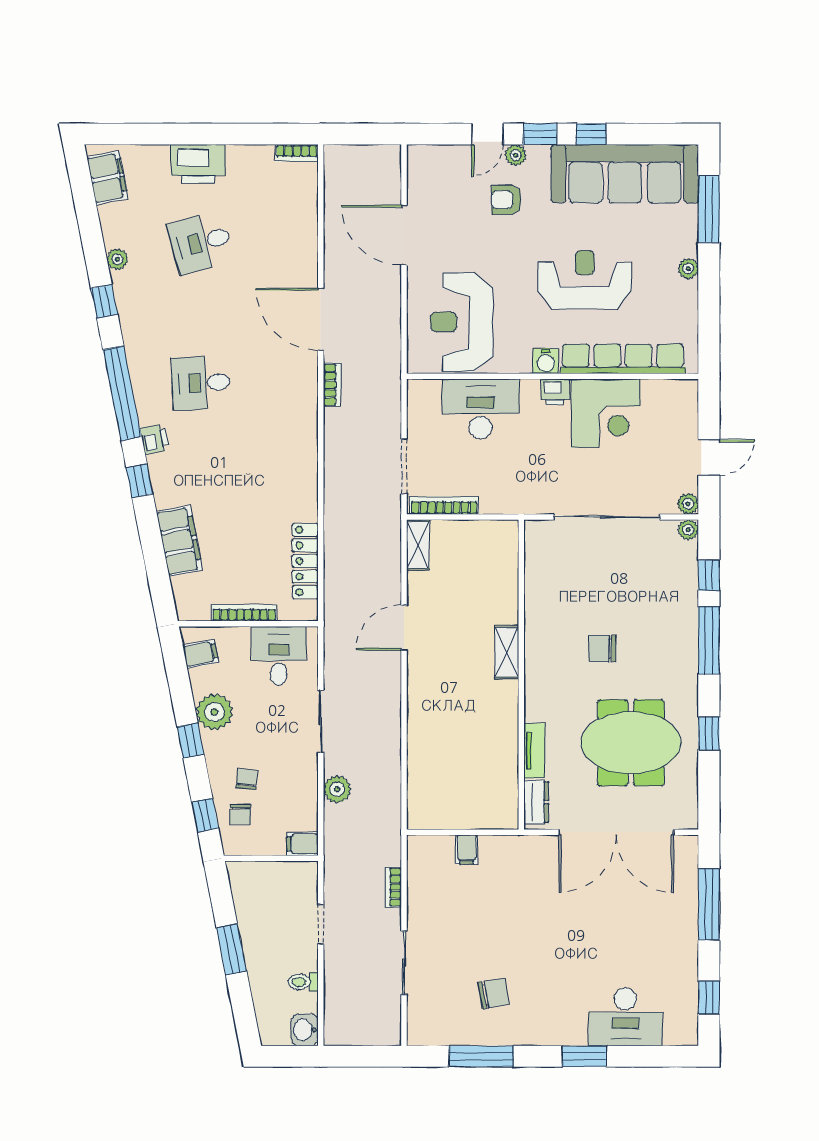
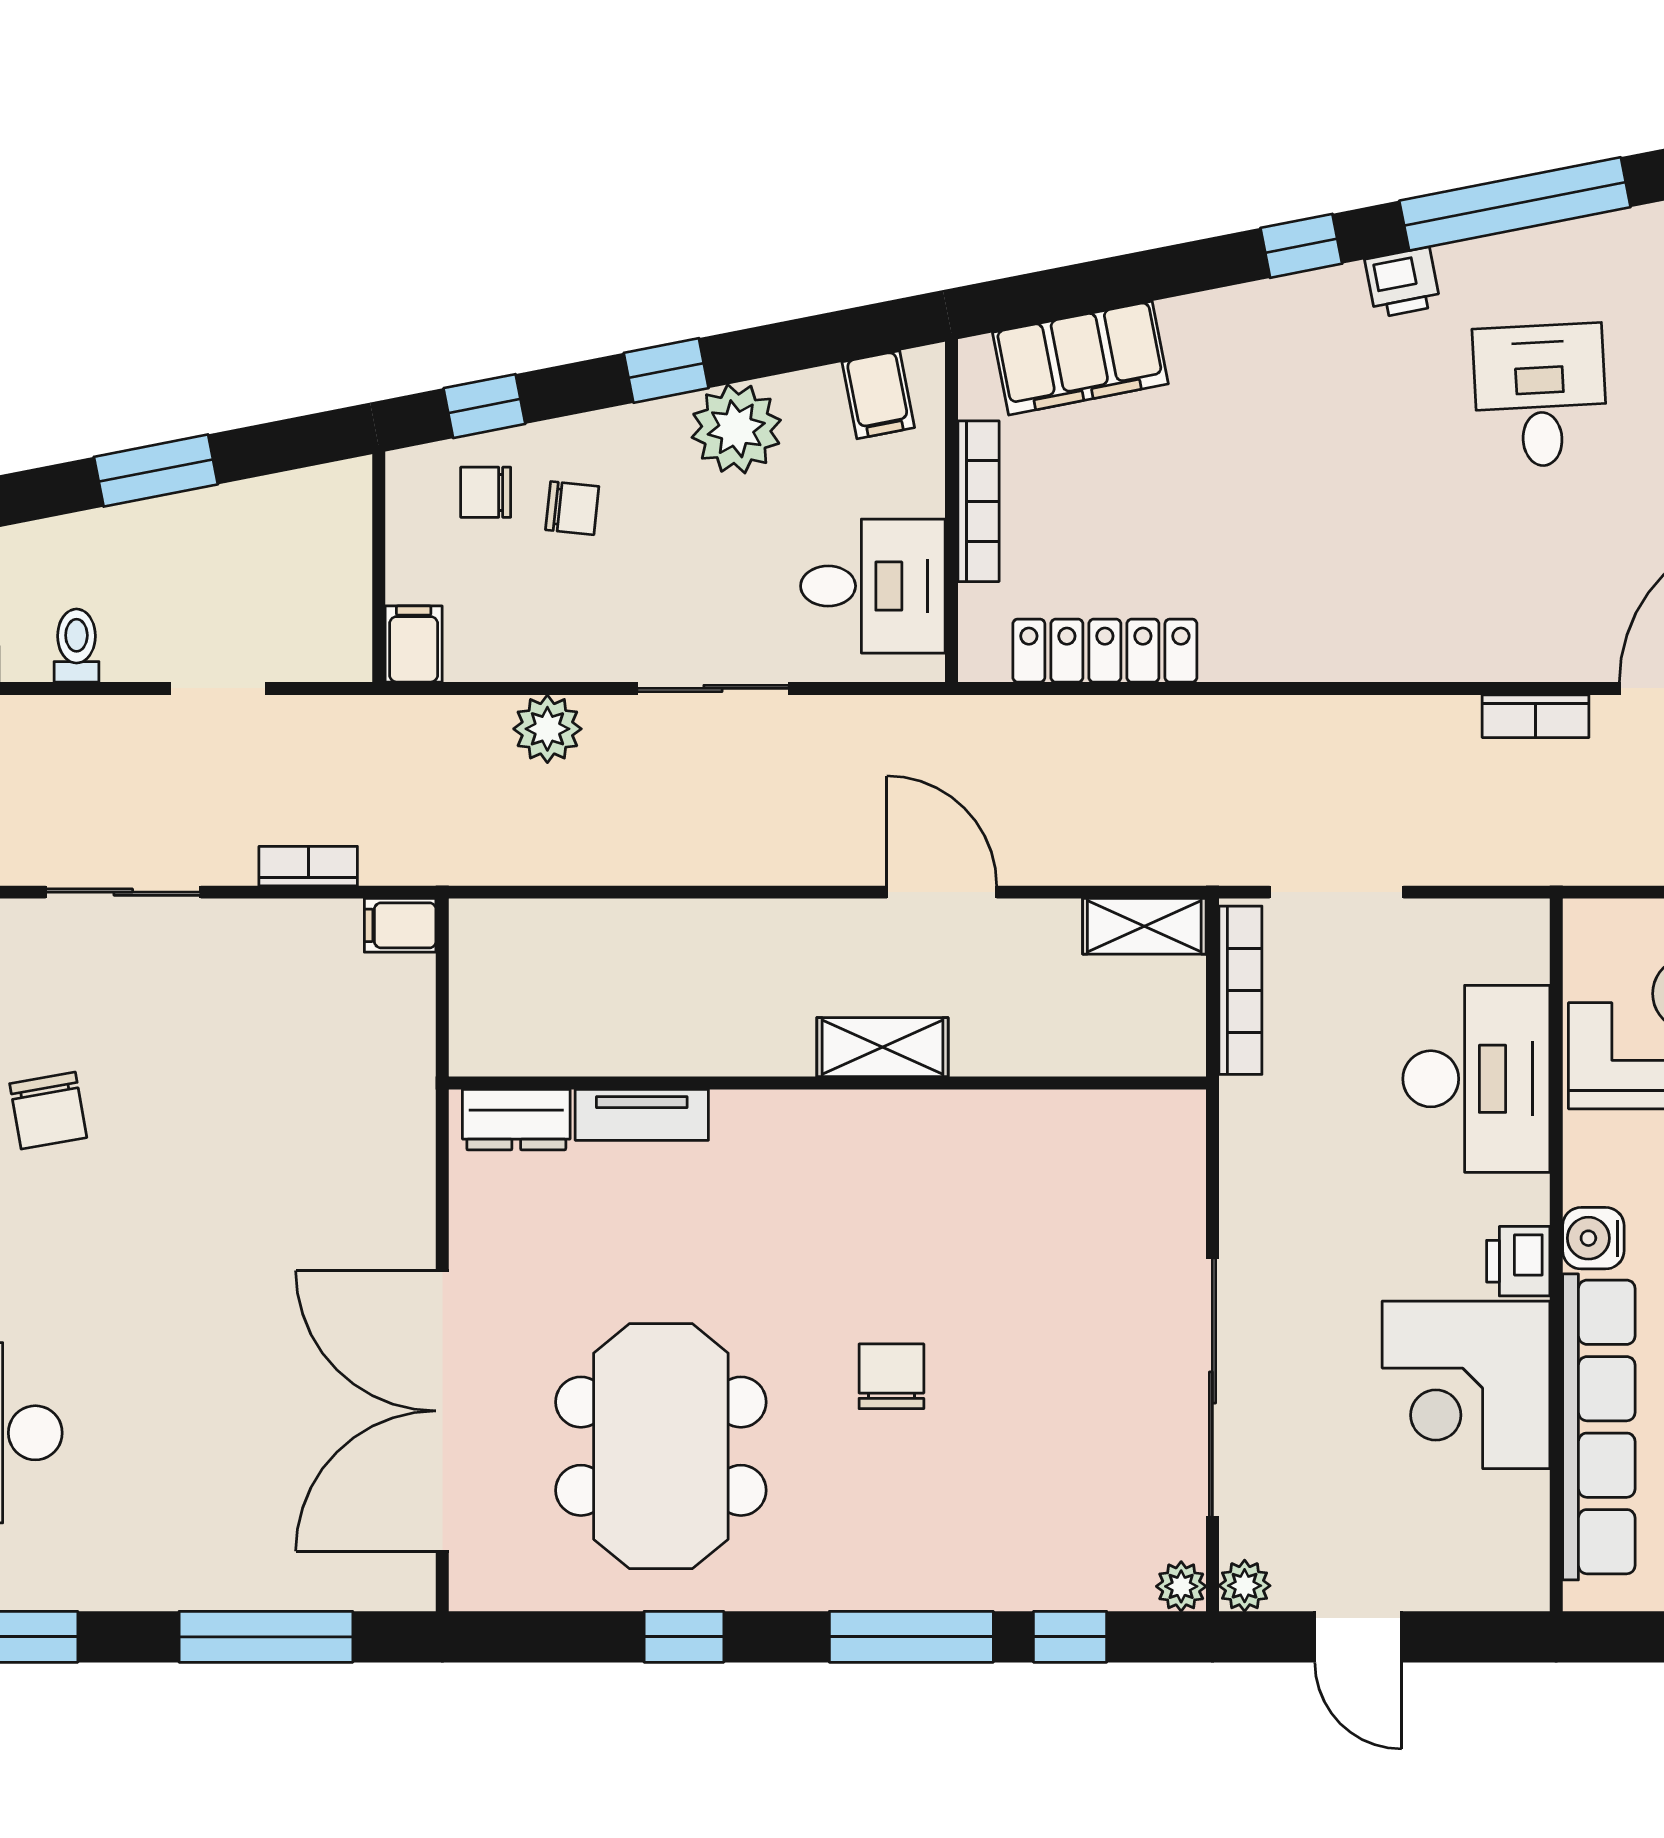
filing cabinet: (180, 541) -> (1080, 358), moved
shelving: (507, 652) -> (882, 1047), moved
wall: (521, 675) -> (827, 1083), moved
tv unit: (534, 751) -> (642, 1115), moved
dresser: (536, 802) -> (516, 1120), moved
filing cabinet: (467, 849) -> (400, 925), moved

